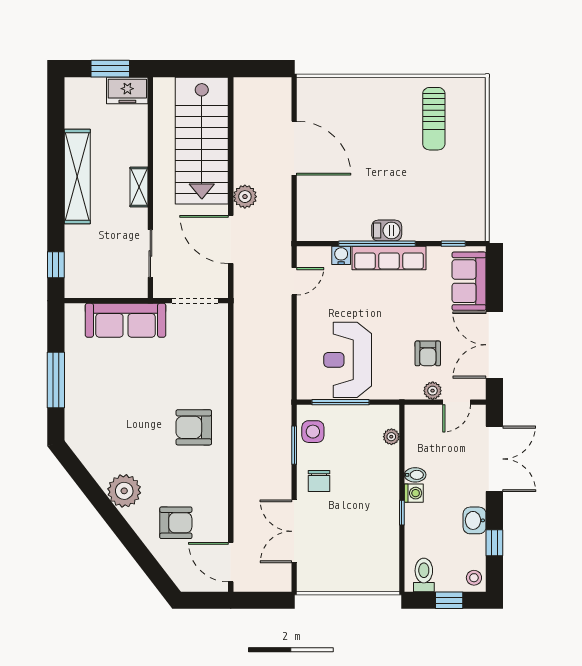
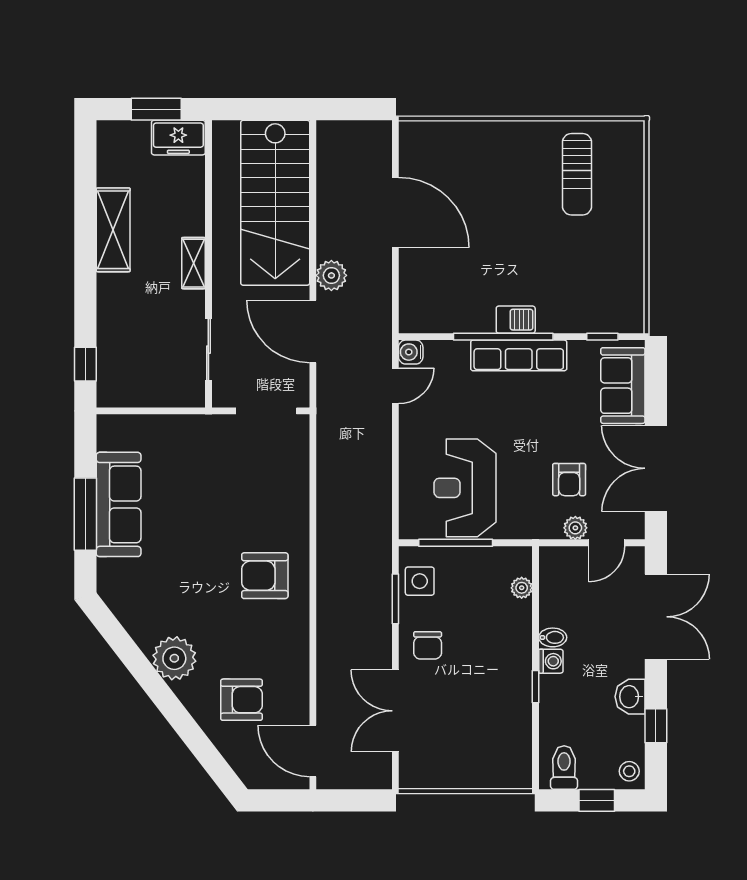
shelving: (77, 176) -> (113, 230), width x0.68
water cooler: (341, 255) -> (411, 352), moved, turned -90
sofa: (126, 320) -> (119, 504), moved, turned -90

